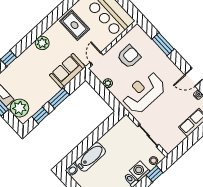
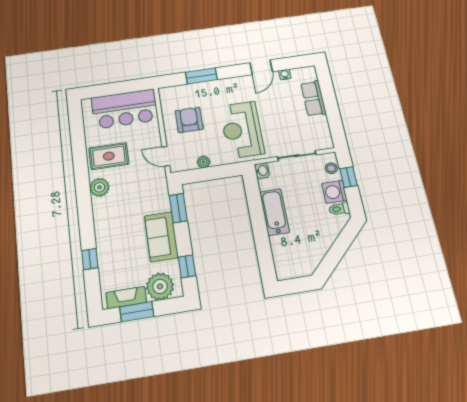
plant: (42, 43) -> (100, 187), moved
sofa: (67, 71) -> (161, 237), moved
window: (59, 98) -> (178, 208), moved
bathtub: (90, 157) -> (274, 212), moved
washbasin: (72, 170) -> (262, 171), moved

